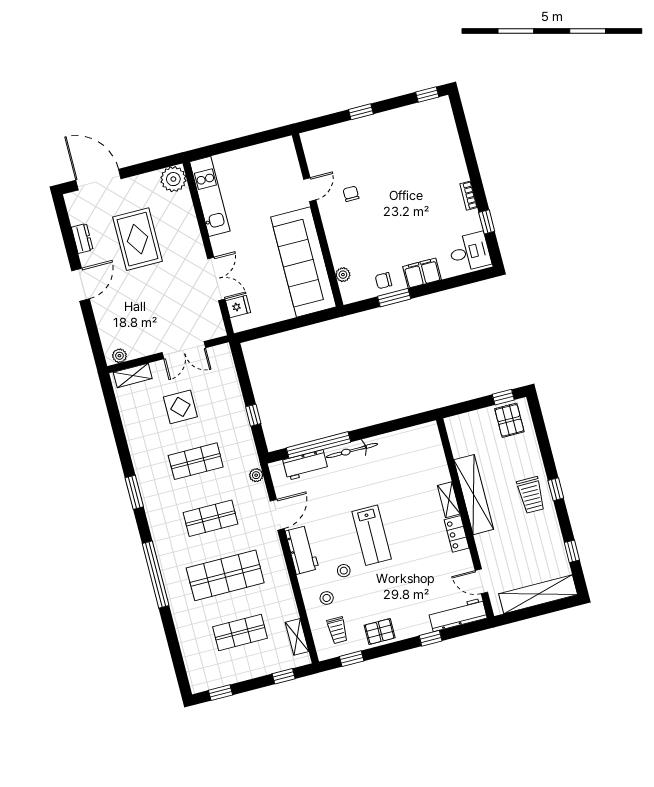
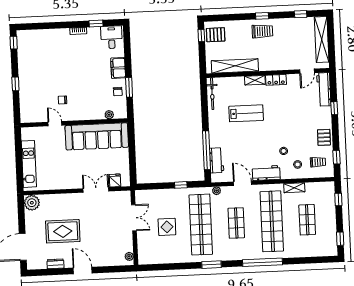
kitchen unit: (210, 196) -> (29, 164), moved, turned 90
shelving: (133, 375) -> (142, 251), removed
bicycle: (352, 451) -> (212, 94), moved
shop shelf: (196, 461) -> (201, 225), width x2.00, depth x1.36
shelving: (474, 495) -> (235, 66), moved
lab bench: (372, 535) -> (246, 113), moved
shop shelf: (225, 575) -> (272, 221), width x1.40
shelving: (297, 637) -> (294, 188), moved

